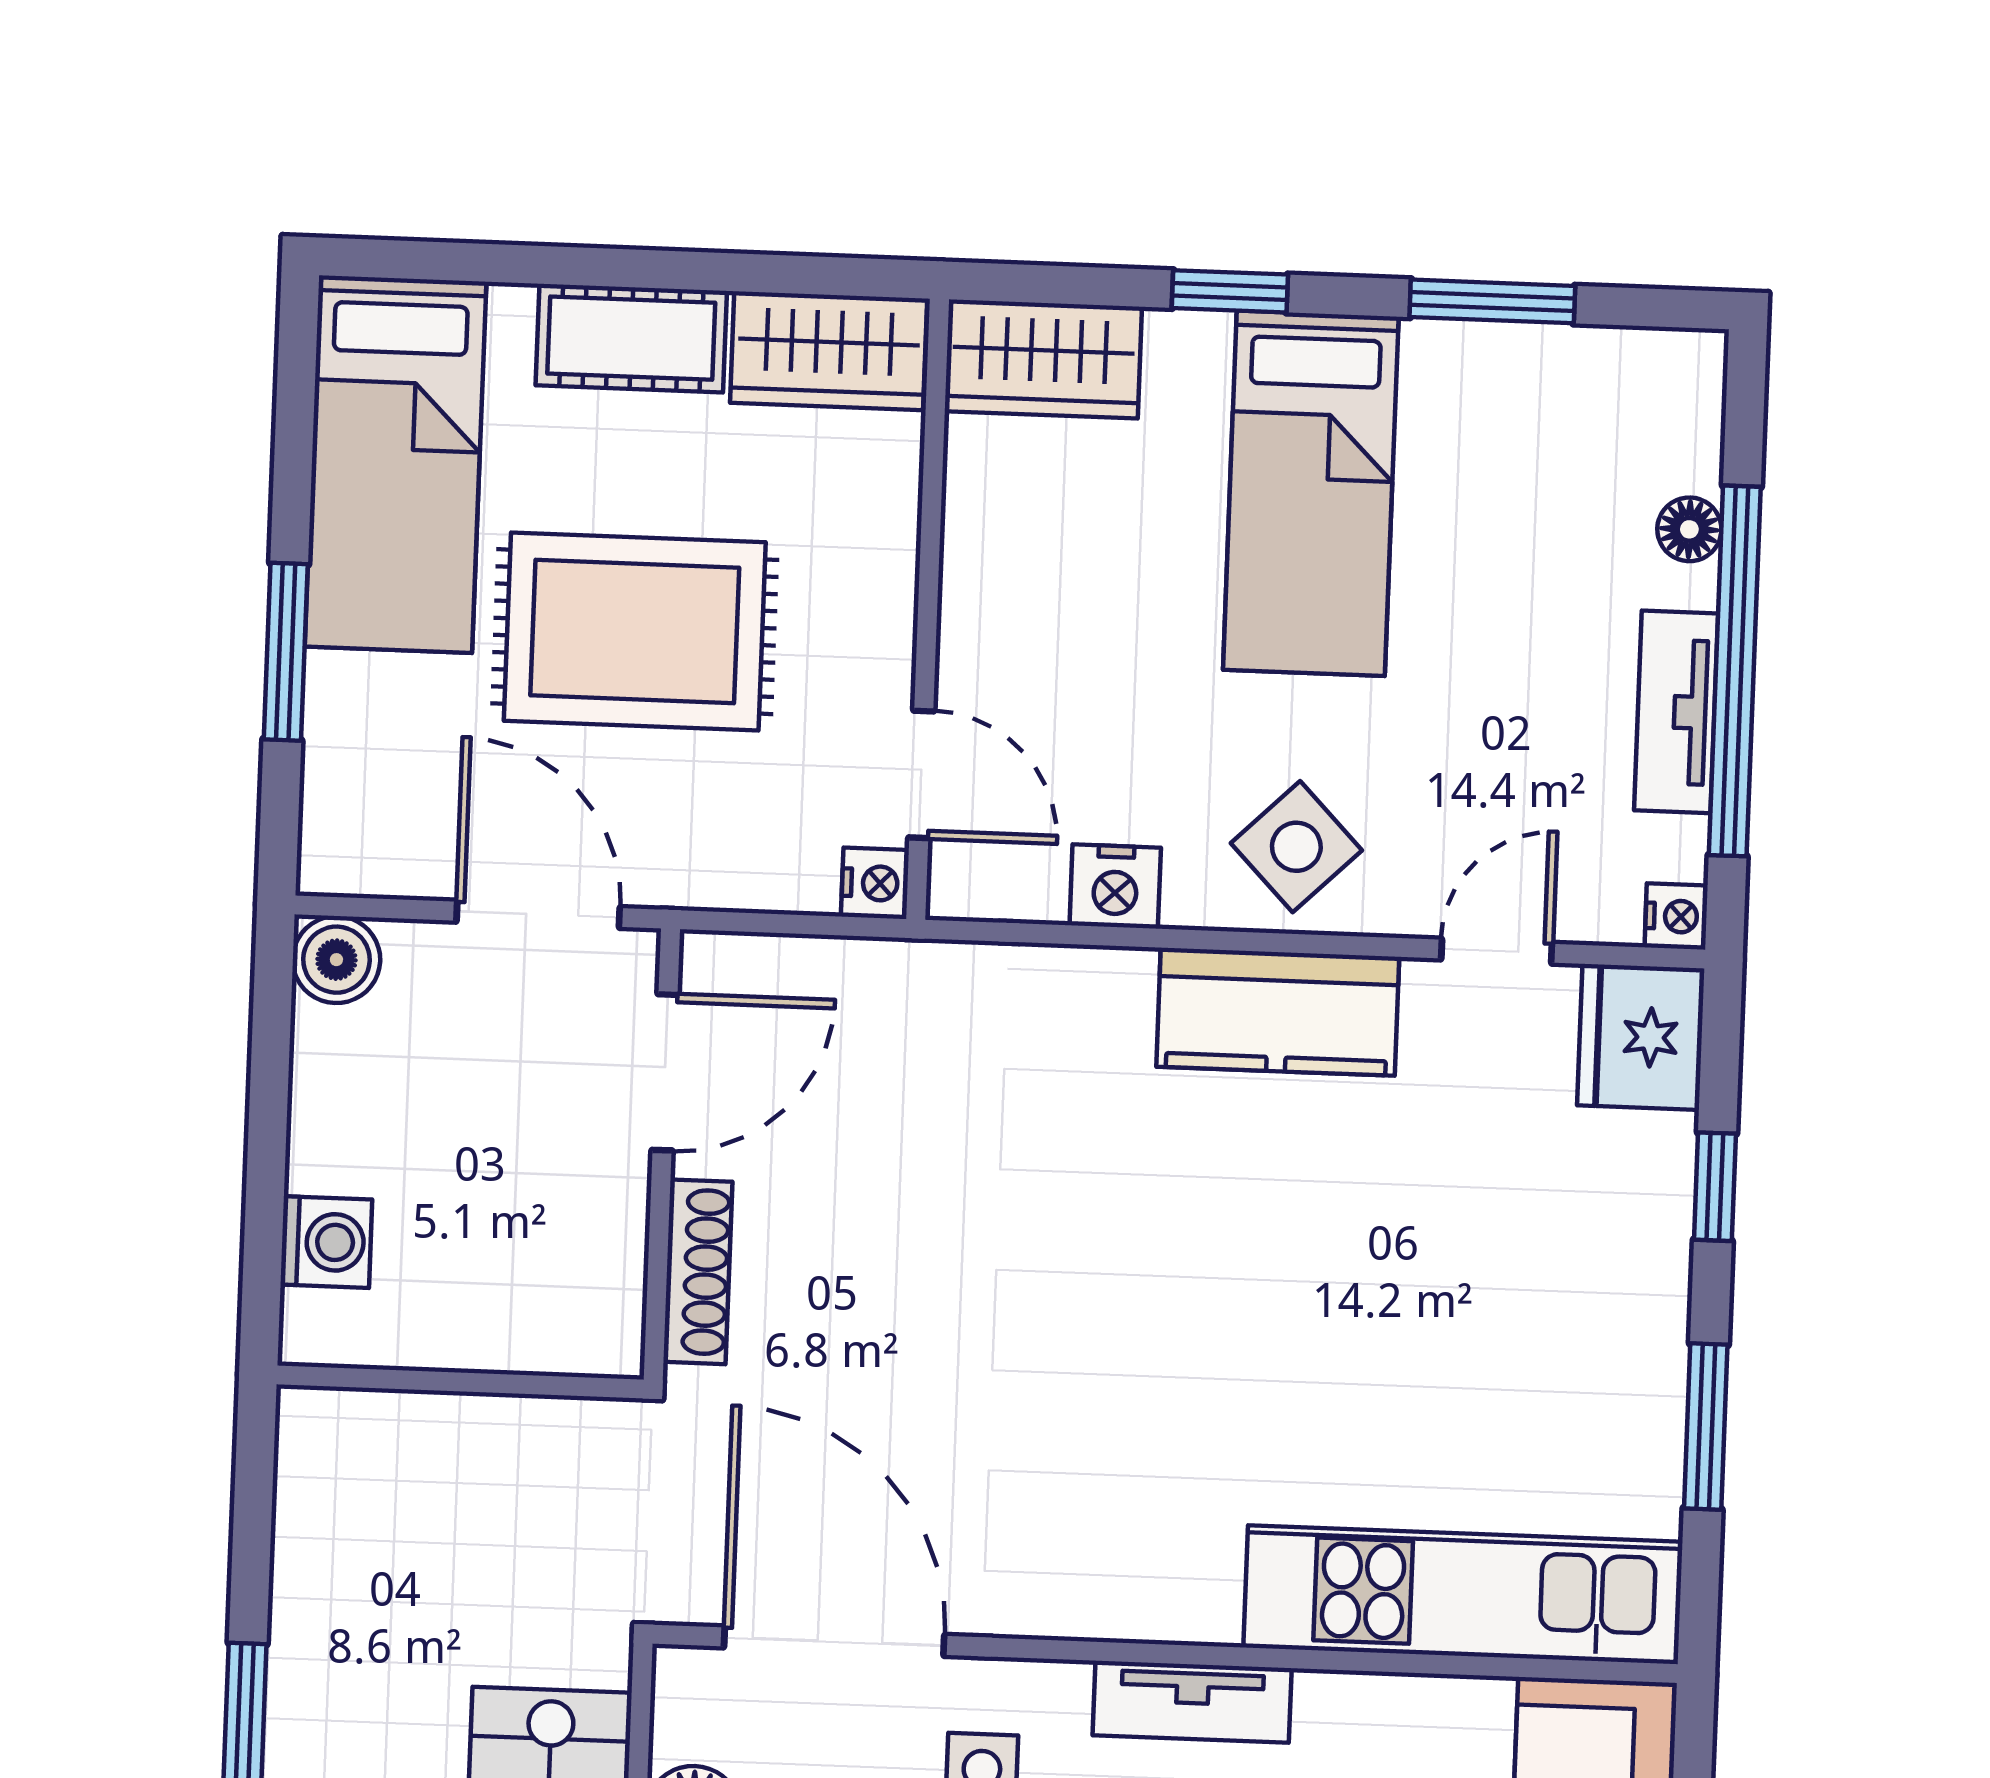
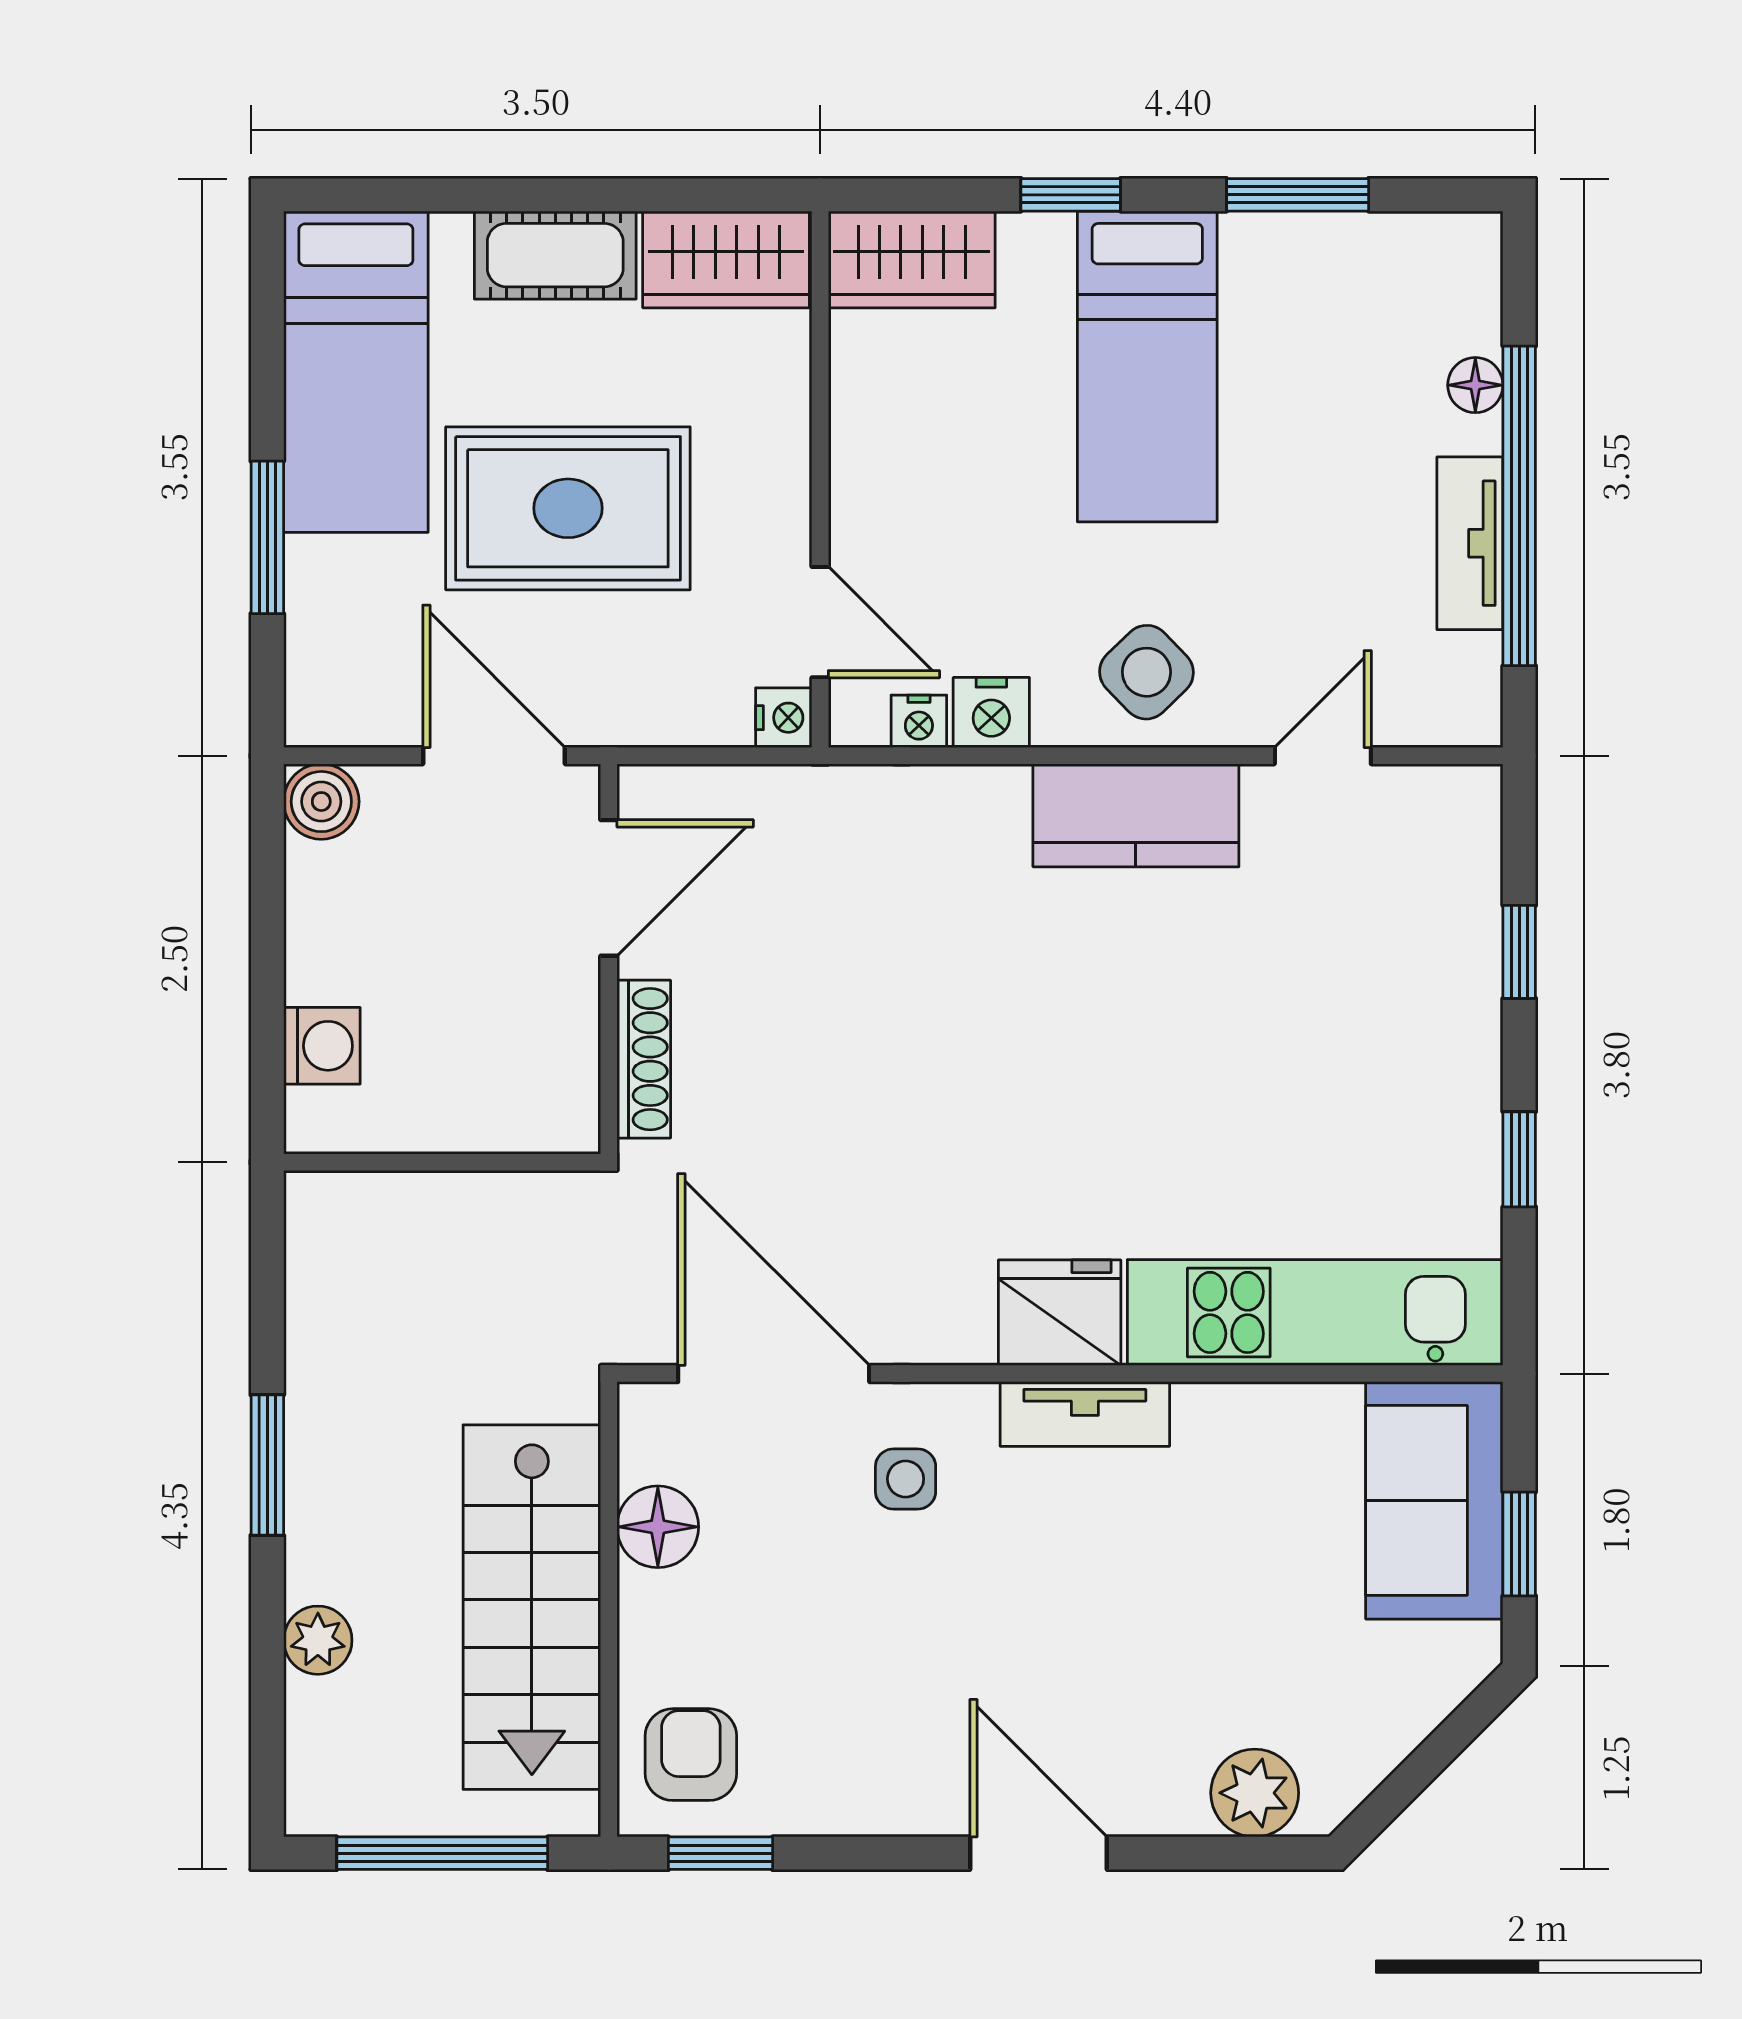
nightstand: (1676, 916) -> (919, 721), moved, turned 90
fridge: (1641, 1037) -> (1060, 1313), moved, turned 90
window: (1706, 1427) -> (1519, 1159), width x0.67

